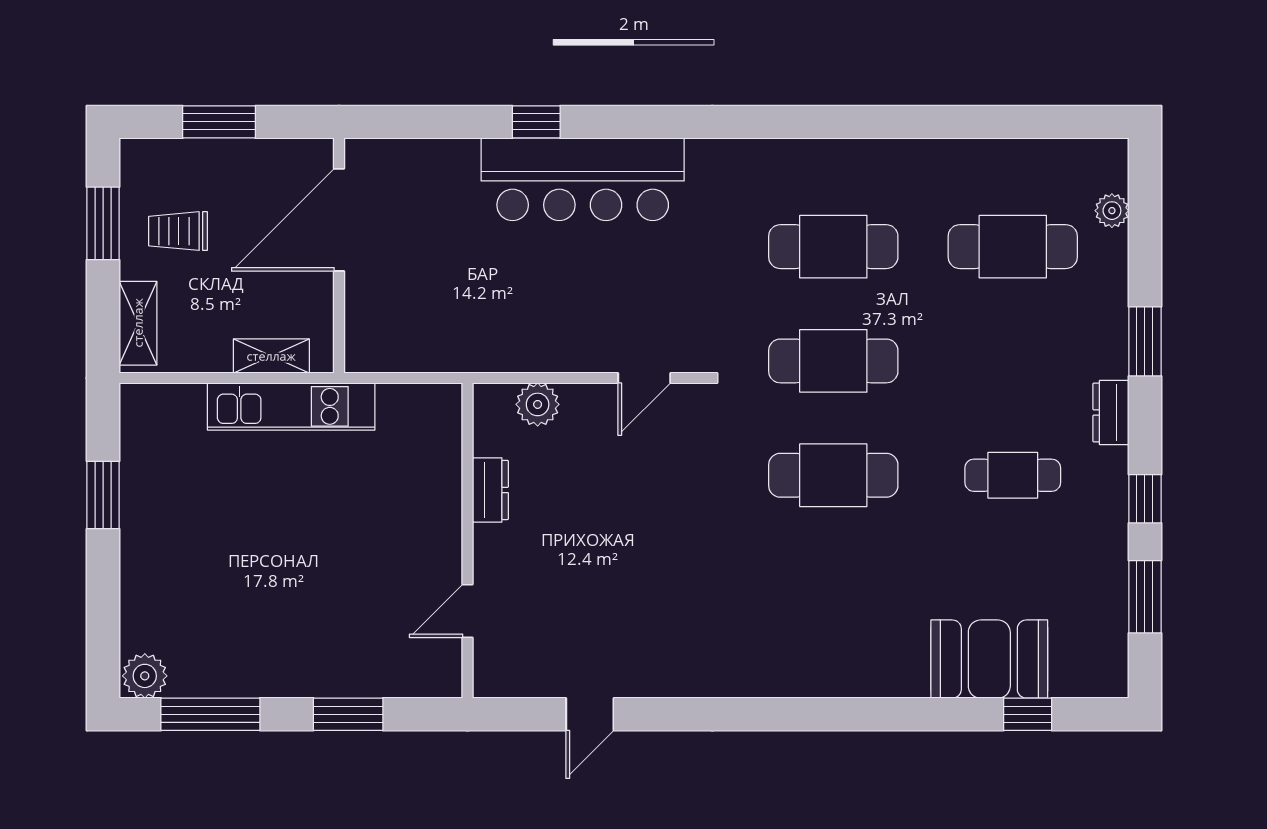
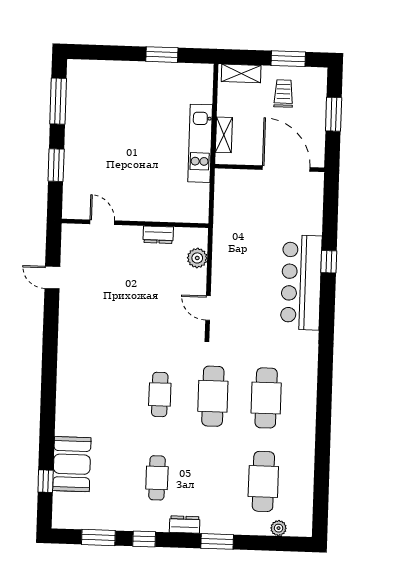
cafe table: (833, 475) -> (160, 394), width x0.73, depth x0.74
plant: (145, 676) -> (77, 71), removed

